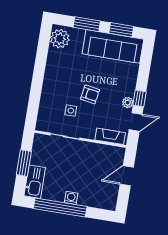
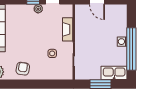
armchair: (90, 94) -> (23, 69), moved
fireplace: (110, 136) -> (68, 29), moved

